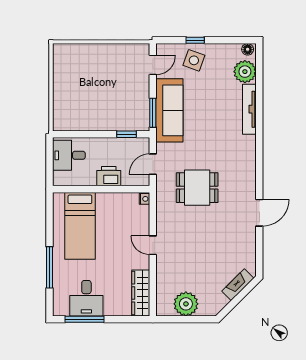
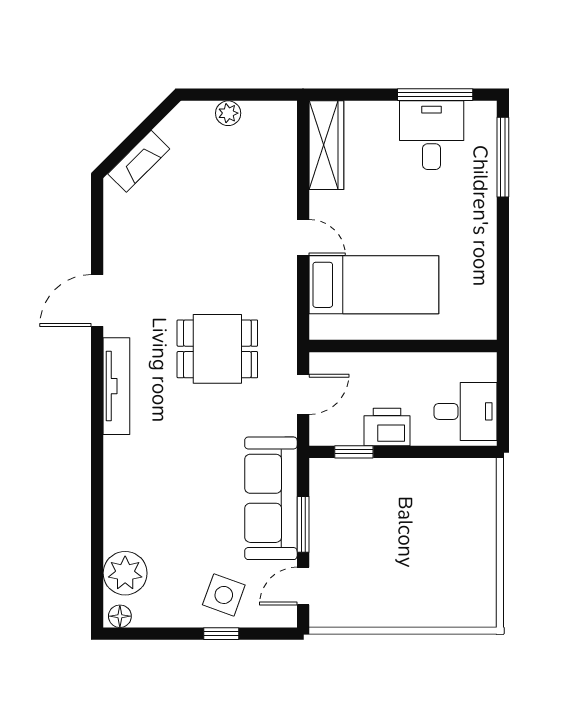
tv unit: (249, 109) -> (116, 386), moved
window: (153, 113) -> (303, 524), moved
printer: (109, 176) -> (387, 427), moved, turned 180
nightstand: (144, 199) -> (319, 327), removed
bed: (80, 226) -> (374, 285), moved, turned 90
window: (49, 267) -> (503, 157), moved
plant: (186, 304) -> (228, 113), width x0.53, depth x0.53

